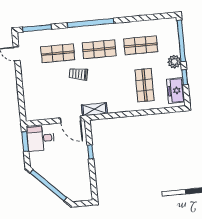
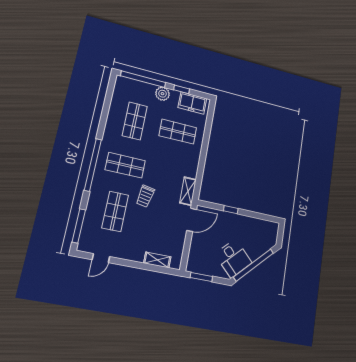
shop shelf: (99, 49) -> (125, 165), turned 90
shelving: (29, 100) -> (157, 260), added
desk: (40, 138) -> (233, 258), moved, turned -45

